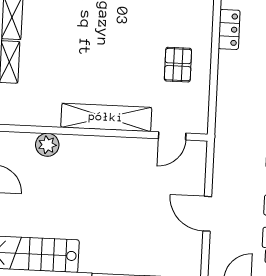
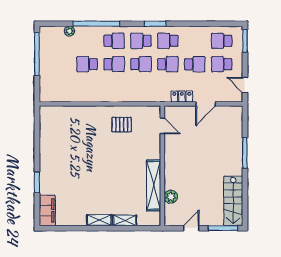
locker: (229, 29) -> (182, 96), moved
shelving: (106, 117) -> (154, 185), moved

